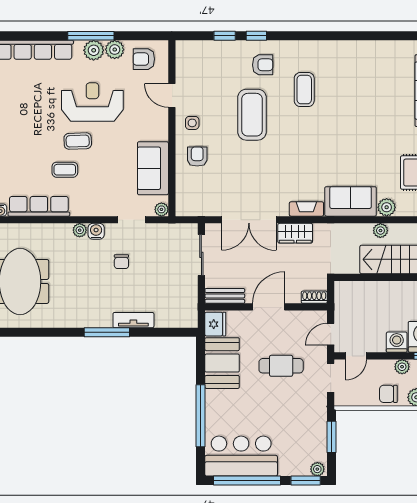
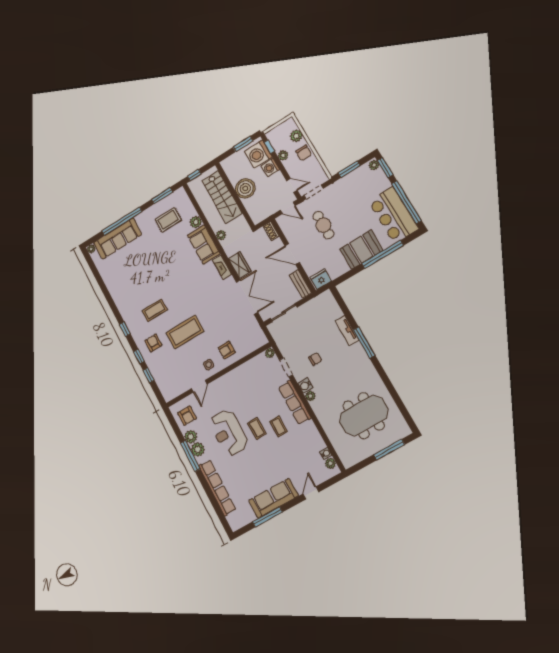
window: (303, 36) -> (125, 329), added
sofa: (153, 168) -> (248, 373), removed
row of seats: (39, 206) -> (295, 403), moved
plant: (380, 231) -> (221, 235), moved
boiler: (390, 295) -> (245, 188), added
booth: (222, 363) -> (361, 250), moved

